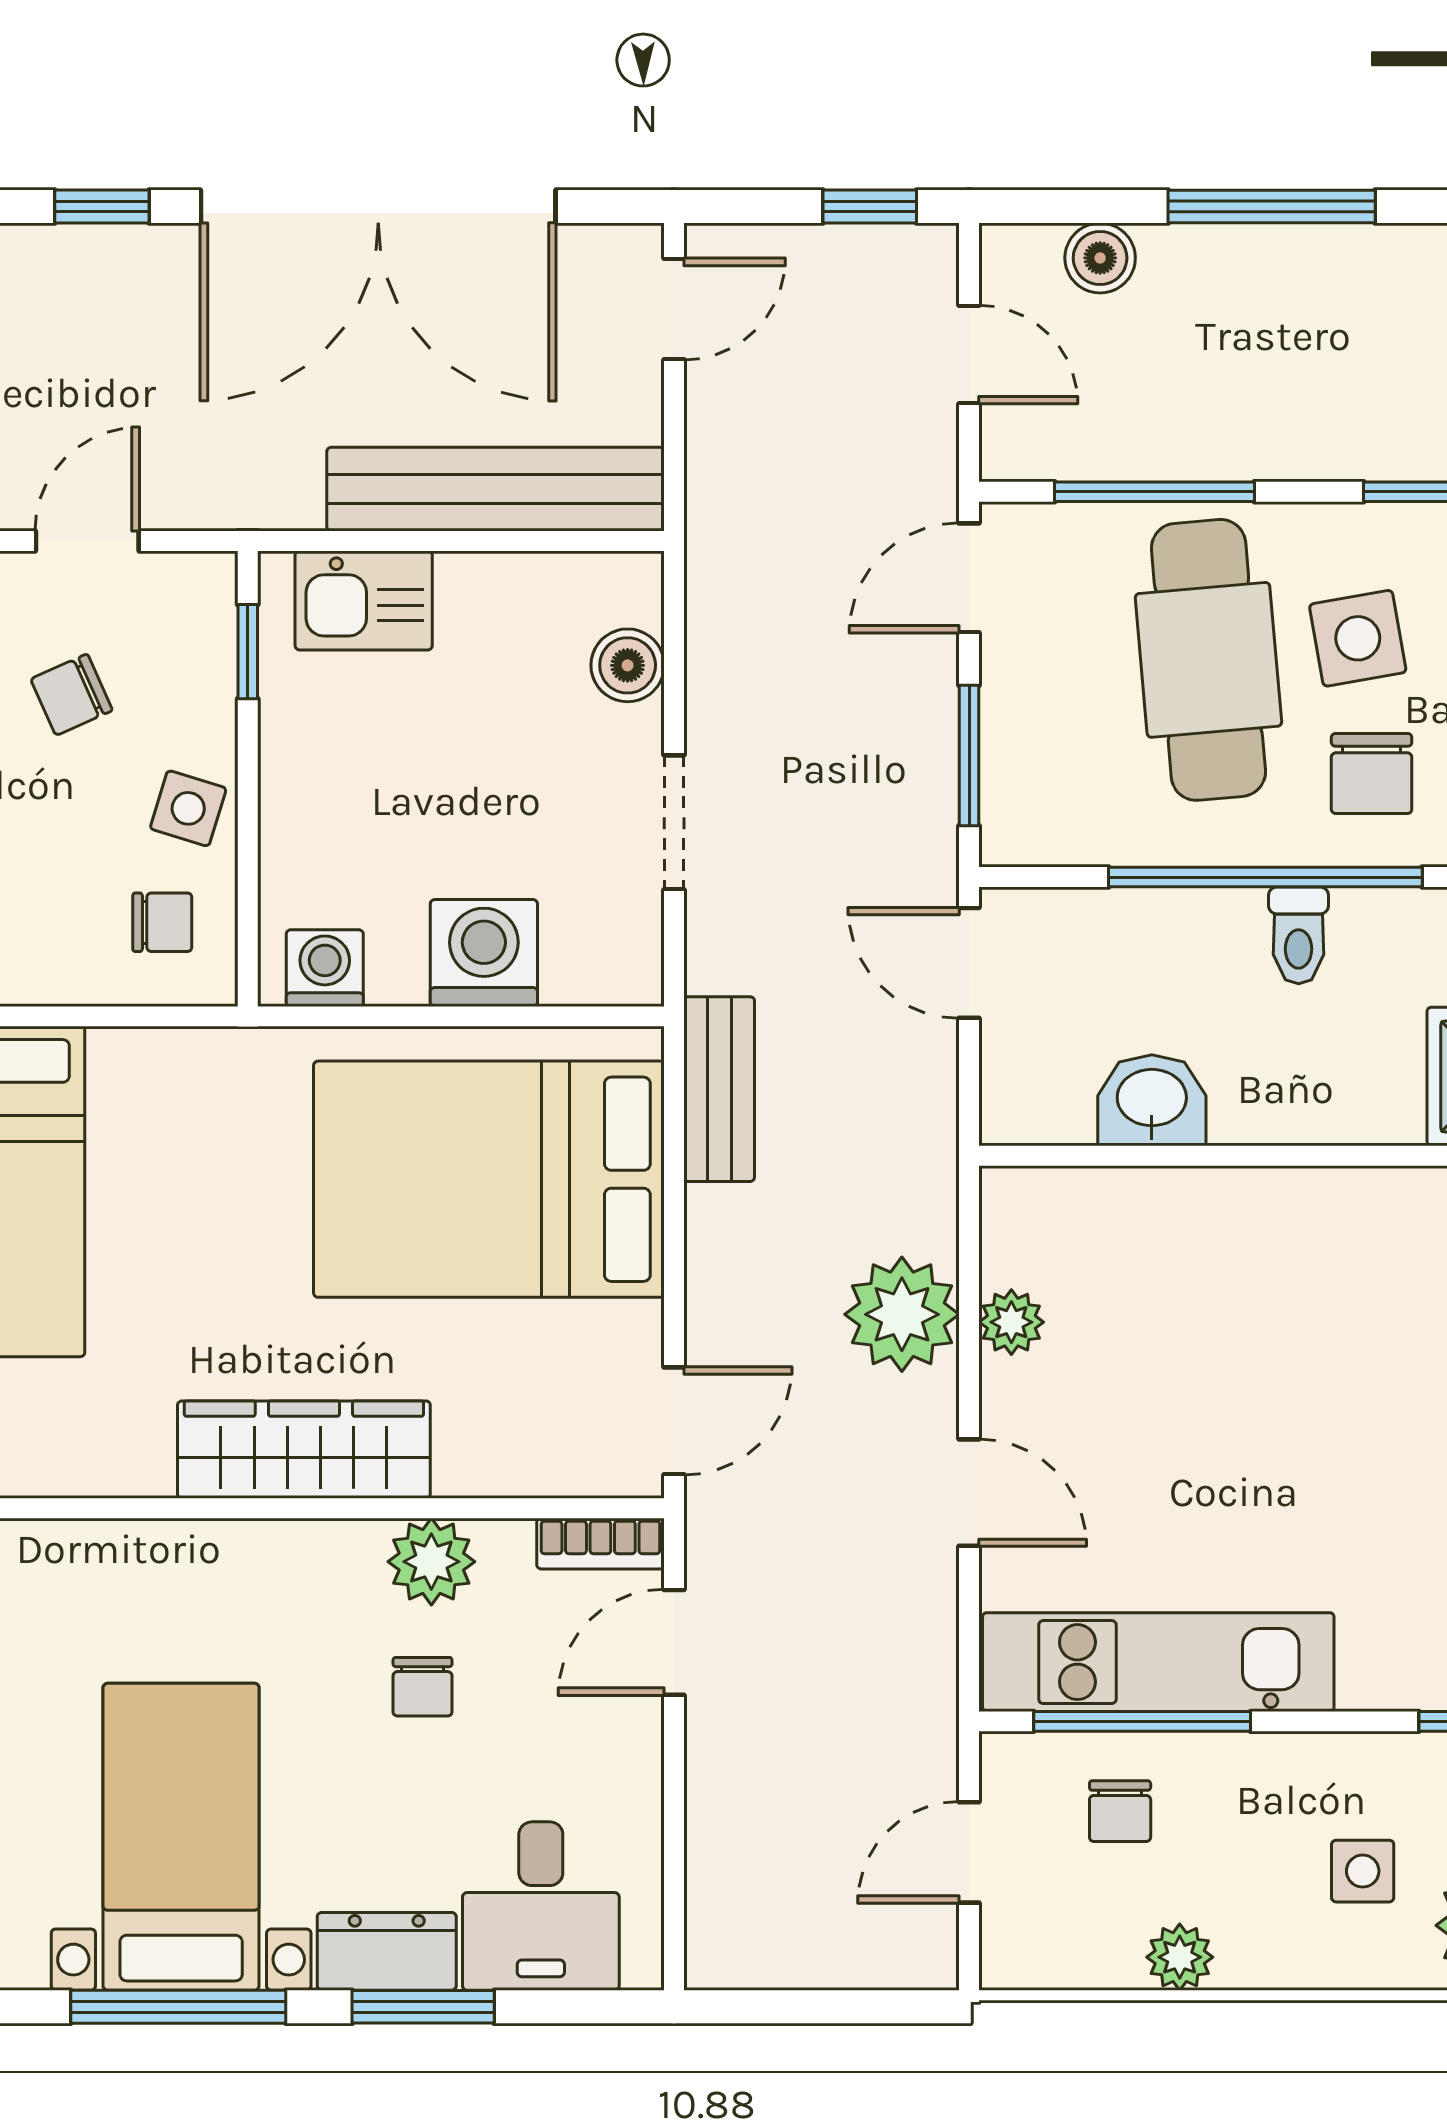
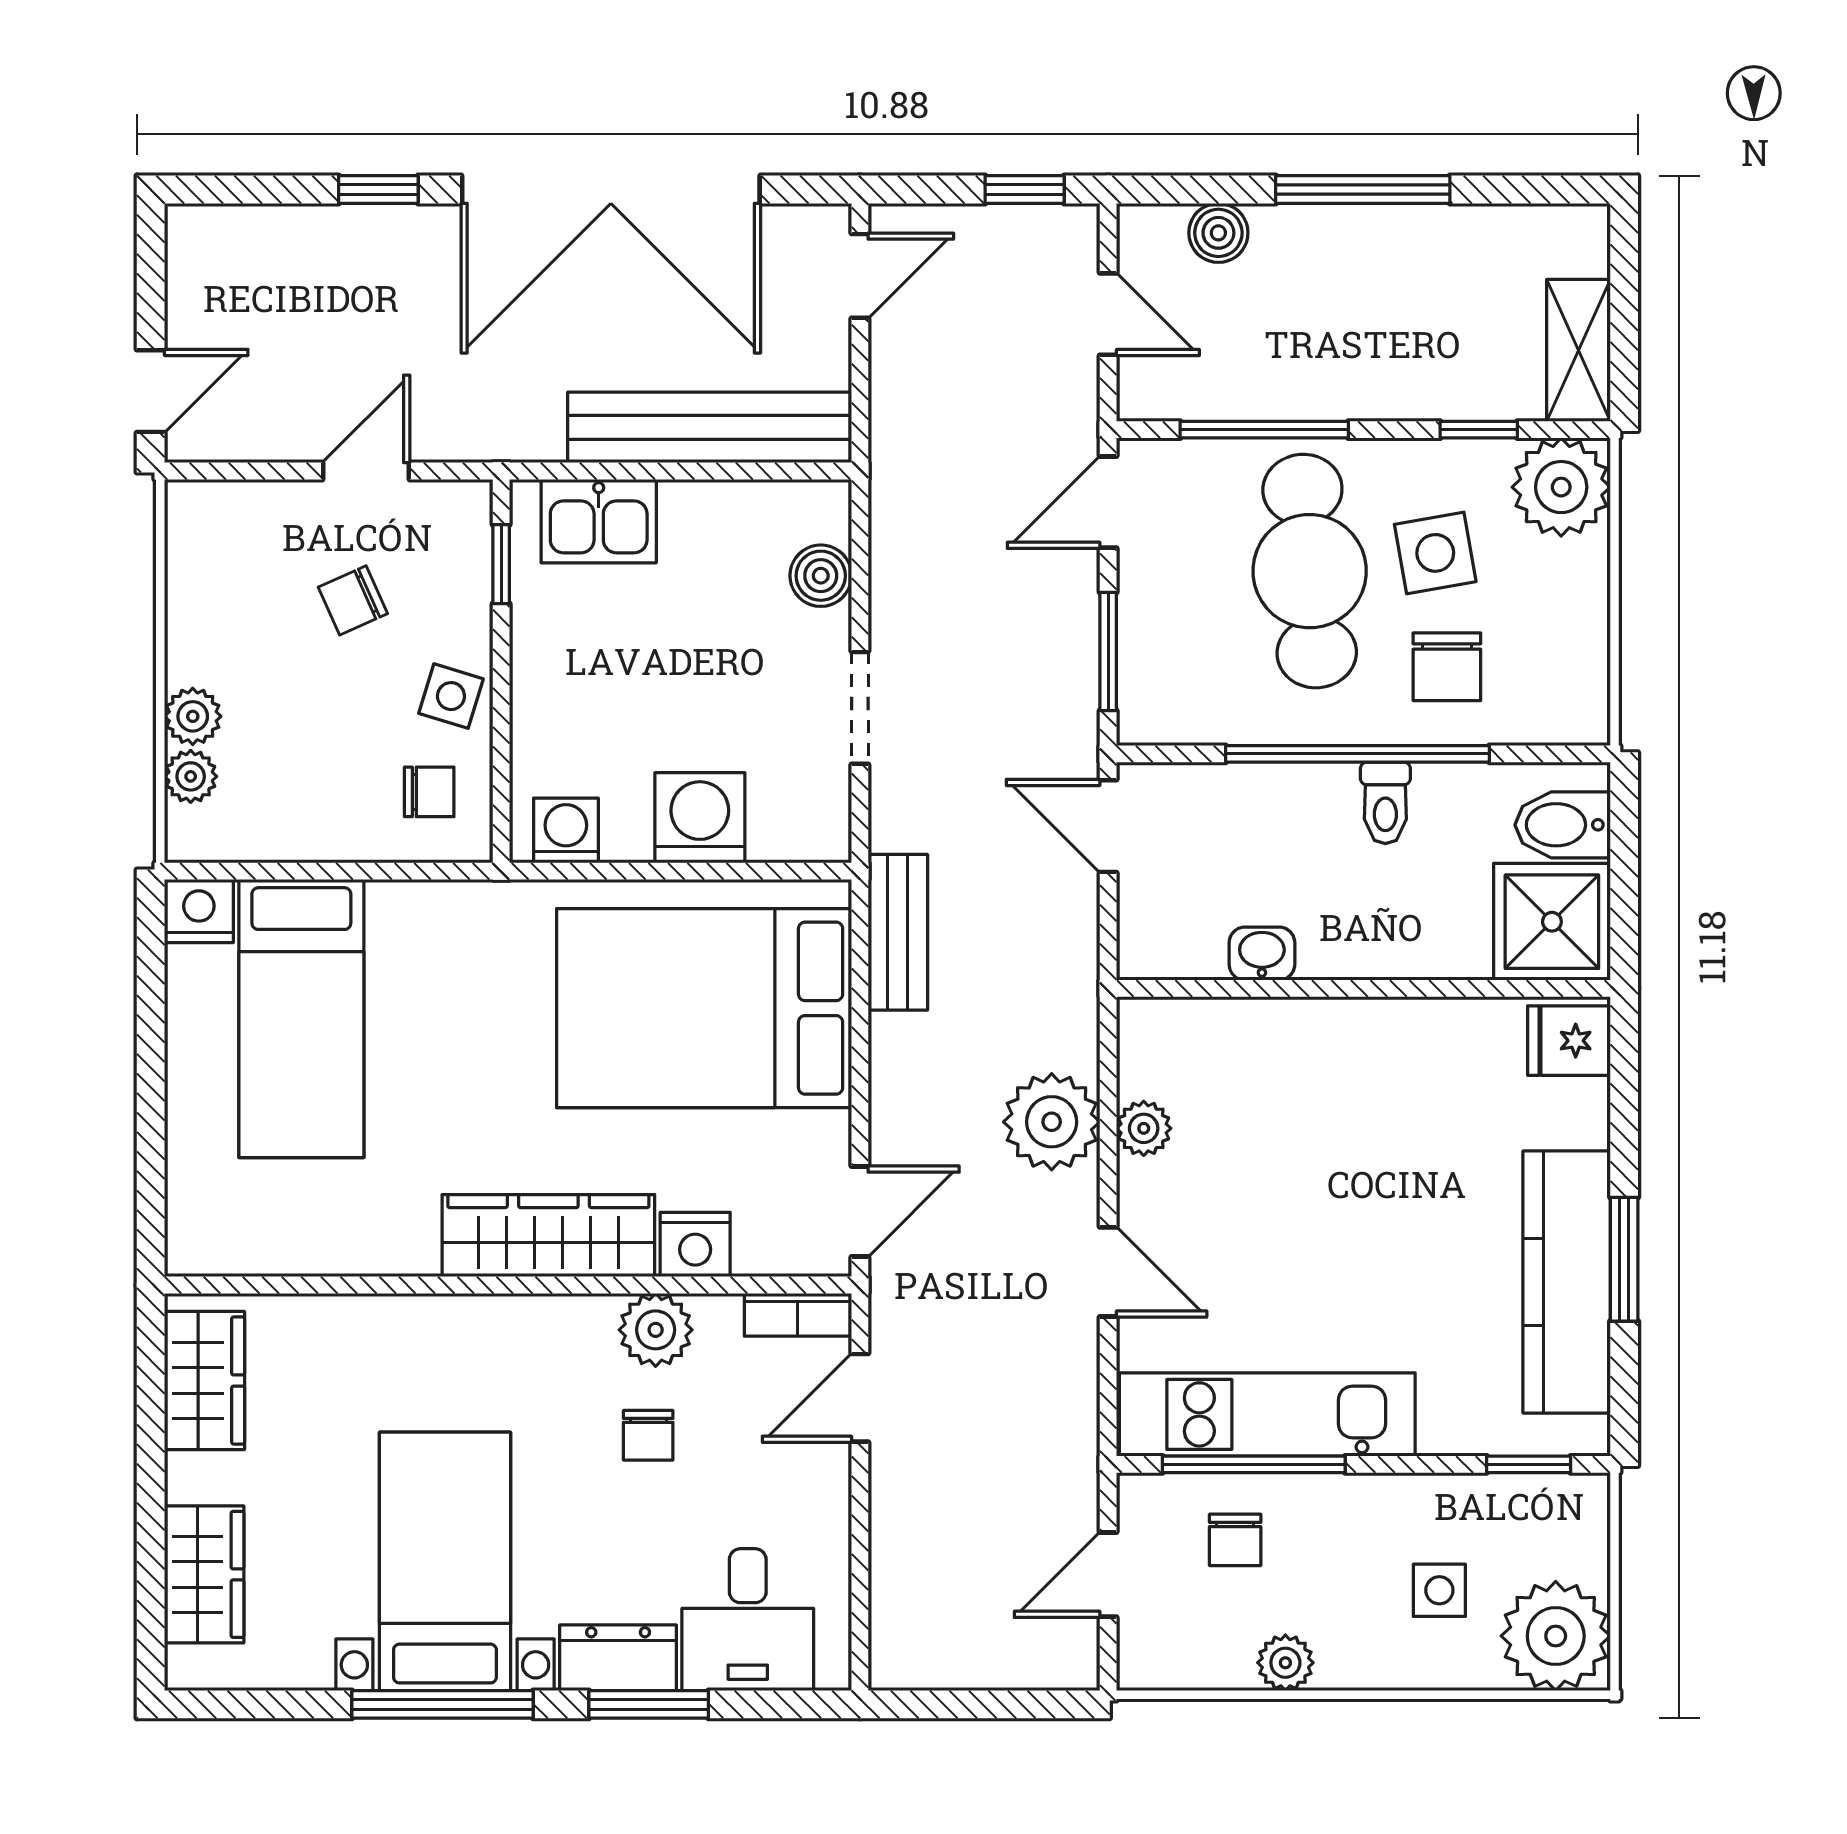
washbasin: (1152, 1100) -> (1262, 954), width x0.72, depth x0.69
nightstand: (478, 1460) -> (695, 1245), added

